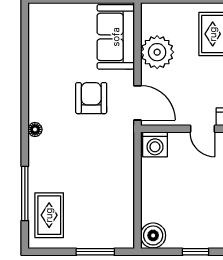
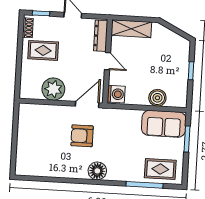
sofa: (116, 37) -> (164, 124), moved
floor lamp: (35, 129) -> (97, 171), width x1.89, depth x1.89
door: (203, 129) -> (107, 61), hinge flipped
boiler: (153, 235) -> (157, 98), moved

